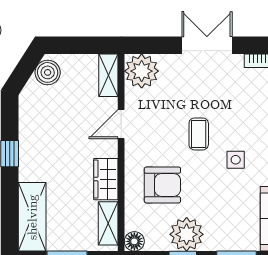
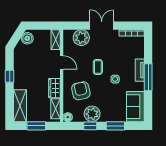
plant: (142, 71) -> (81, 38), moved
door: (121, 124) -> (62, 62), swing flipped
armchair: (162, 185) -> (81, 91), turned -103

